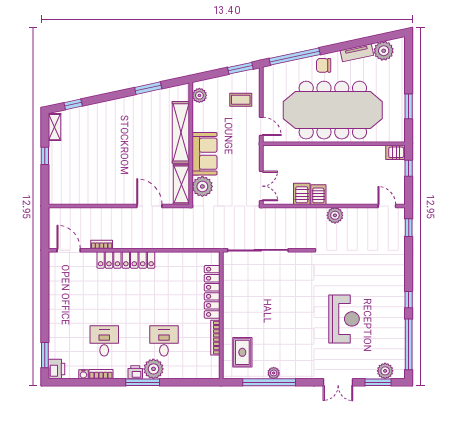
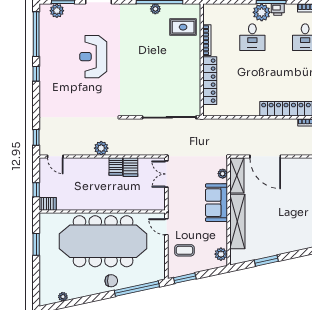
plant: (384, 51) -> (63, 297), width x0.53, depth x0.53
tv unit: (357, 53) -> (82, 292), removed
plant: (202, 186) -> (223, 174), width x0.53, depth x0.53
door: (149, 206) -> (265, 156), width x1.36
rug: (242, 352) -> (183, 27), turned 90

